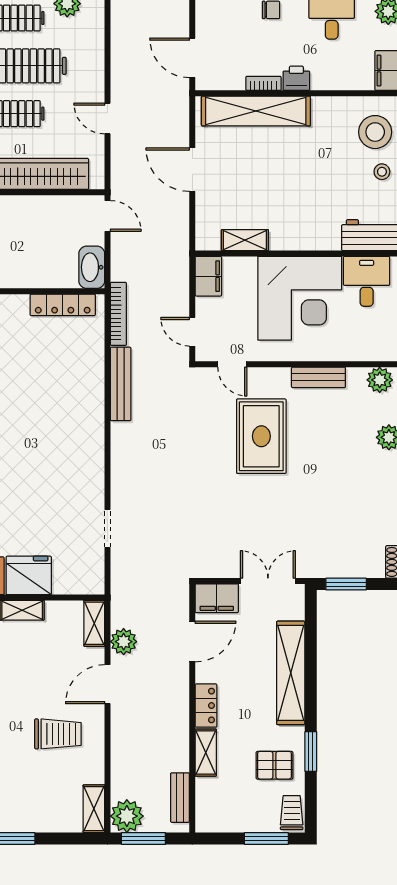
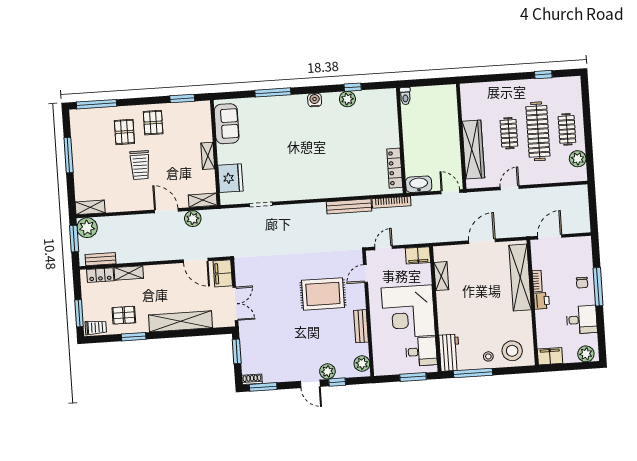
door: (107, 216) -> (450, 192), swing flipped
fridge: (29, 575) -> (230, 178), moved
locker: (206, 706) -> (100, 275), moved
trolley: (58, 734) -> (140, 165), moved
pallet: (274, 765) -> (124, 315), turned 90

